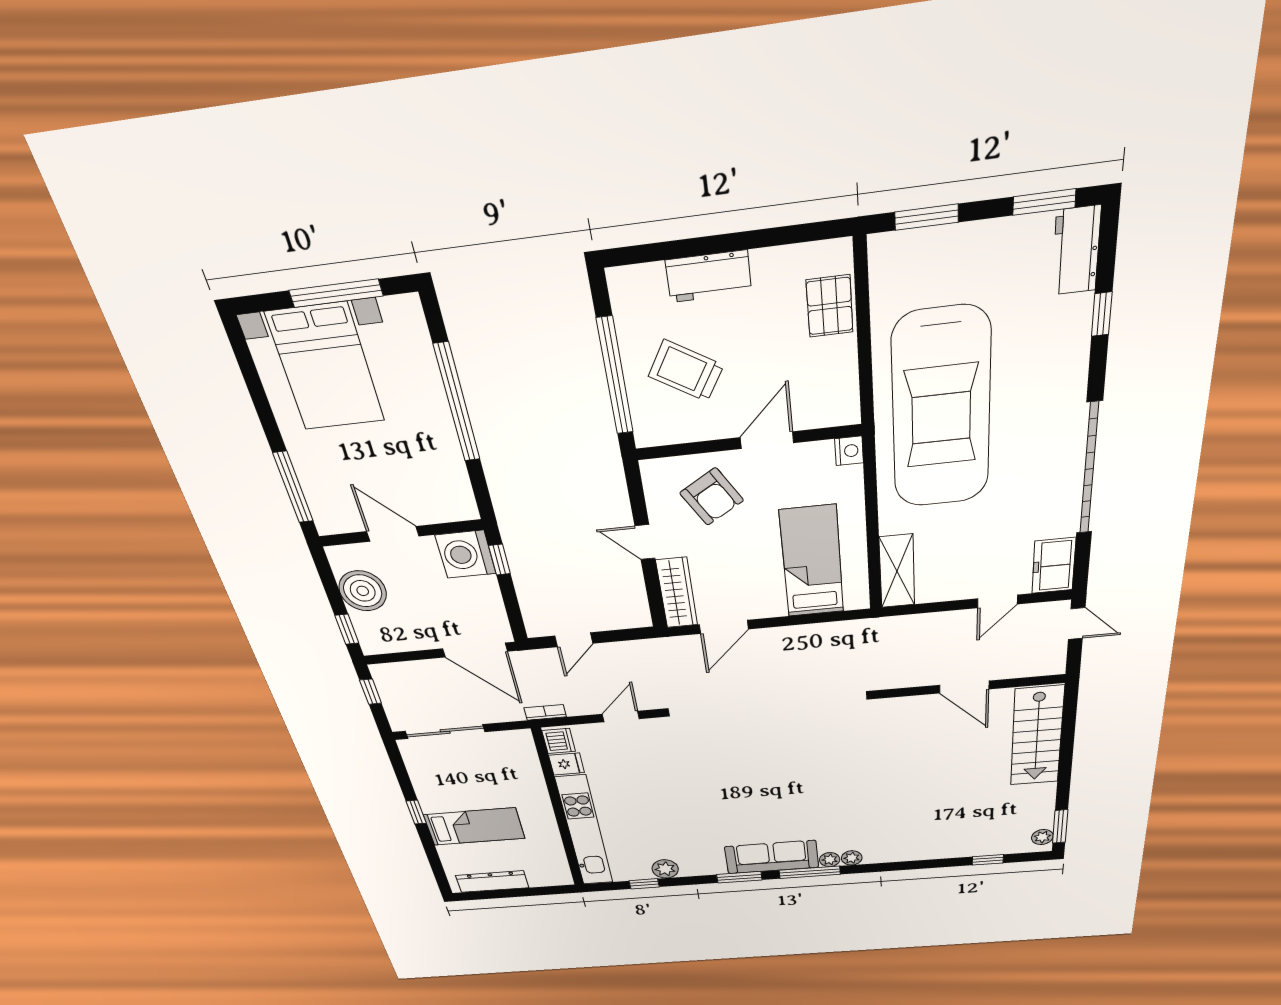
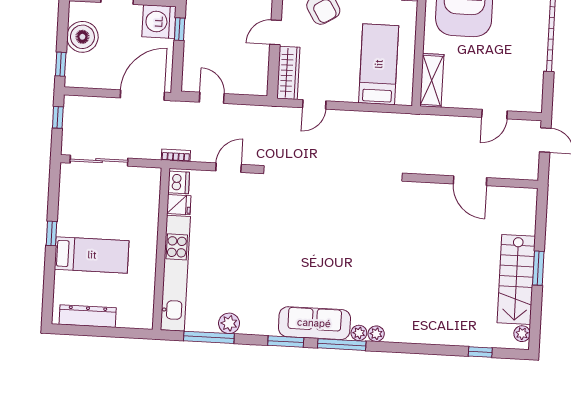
door: (645, 542) -> (276, 32), hinge flipped
freezer: (1054, 566) -> (530, 93), removed
door: (724, 627) -> (314, 104), width x0.73
door: (574, 640) -> (212, 98), swing flipped
door: (475, 650) -> (142, 95), swing flipped
stairs: (1037, 736) -> (516, 279), moved
window: (1060, 826) -> (538, 268), moved
window: (644, 884) -> (209, 337), width x2.17

